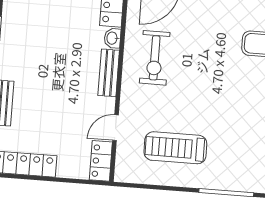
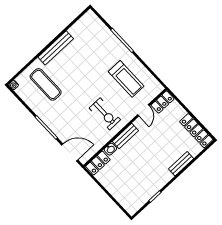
exercise bike: (155, 58) -> (105, 114), moved, turned 90
door: (116, 128) -> (144, 110), hinge flipped

